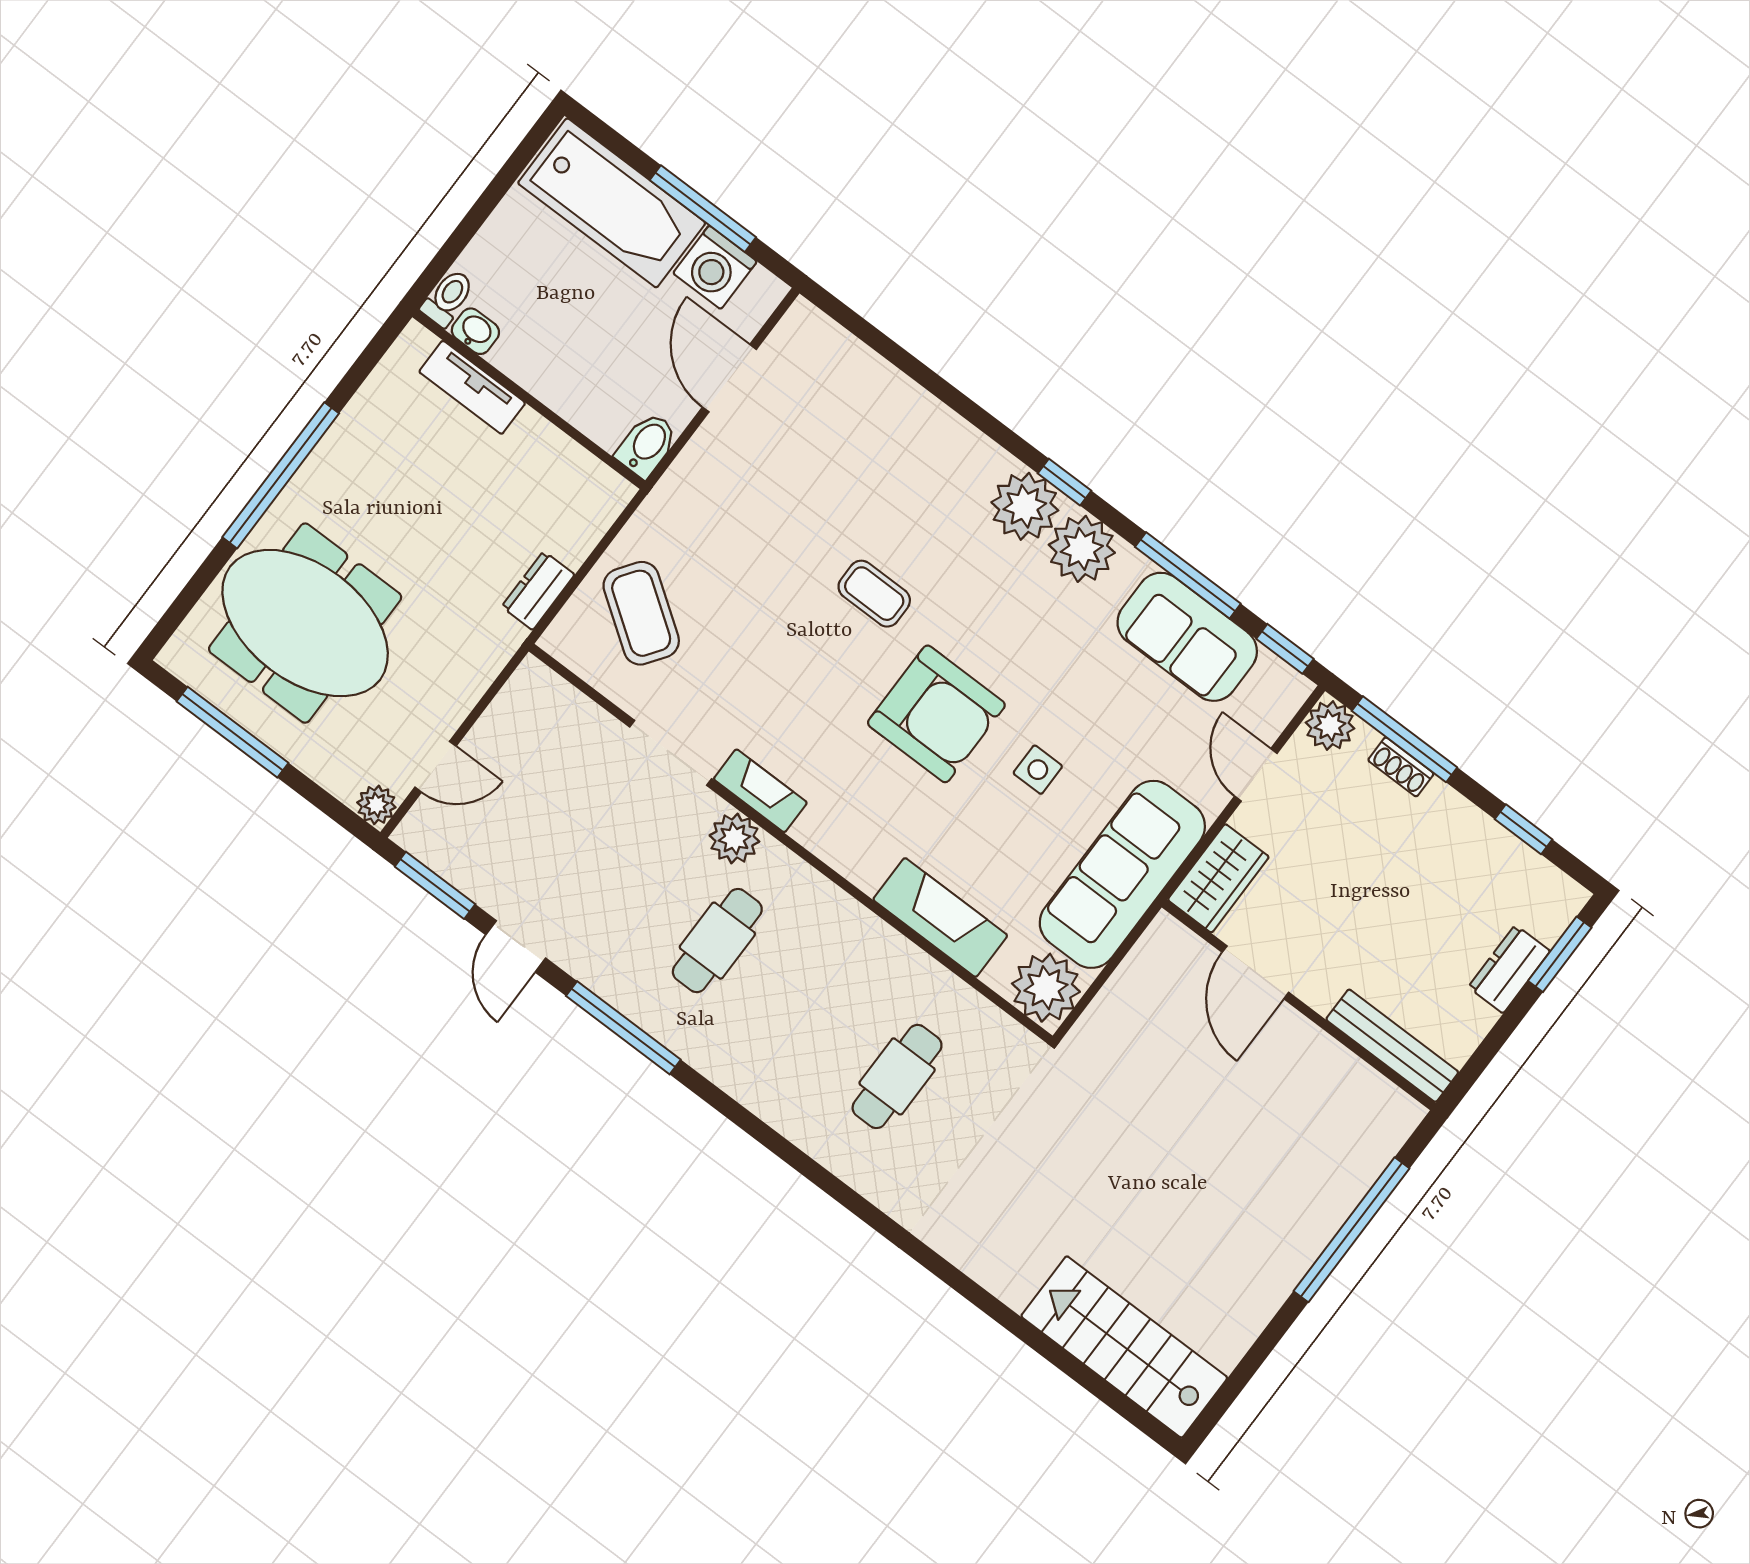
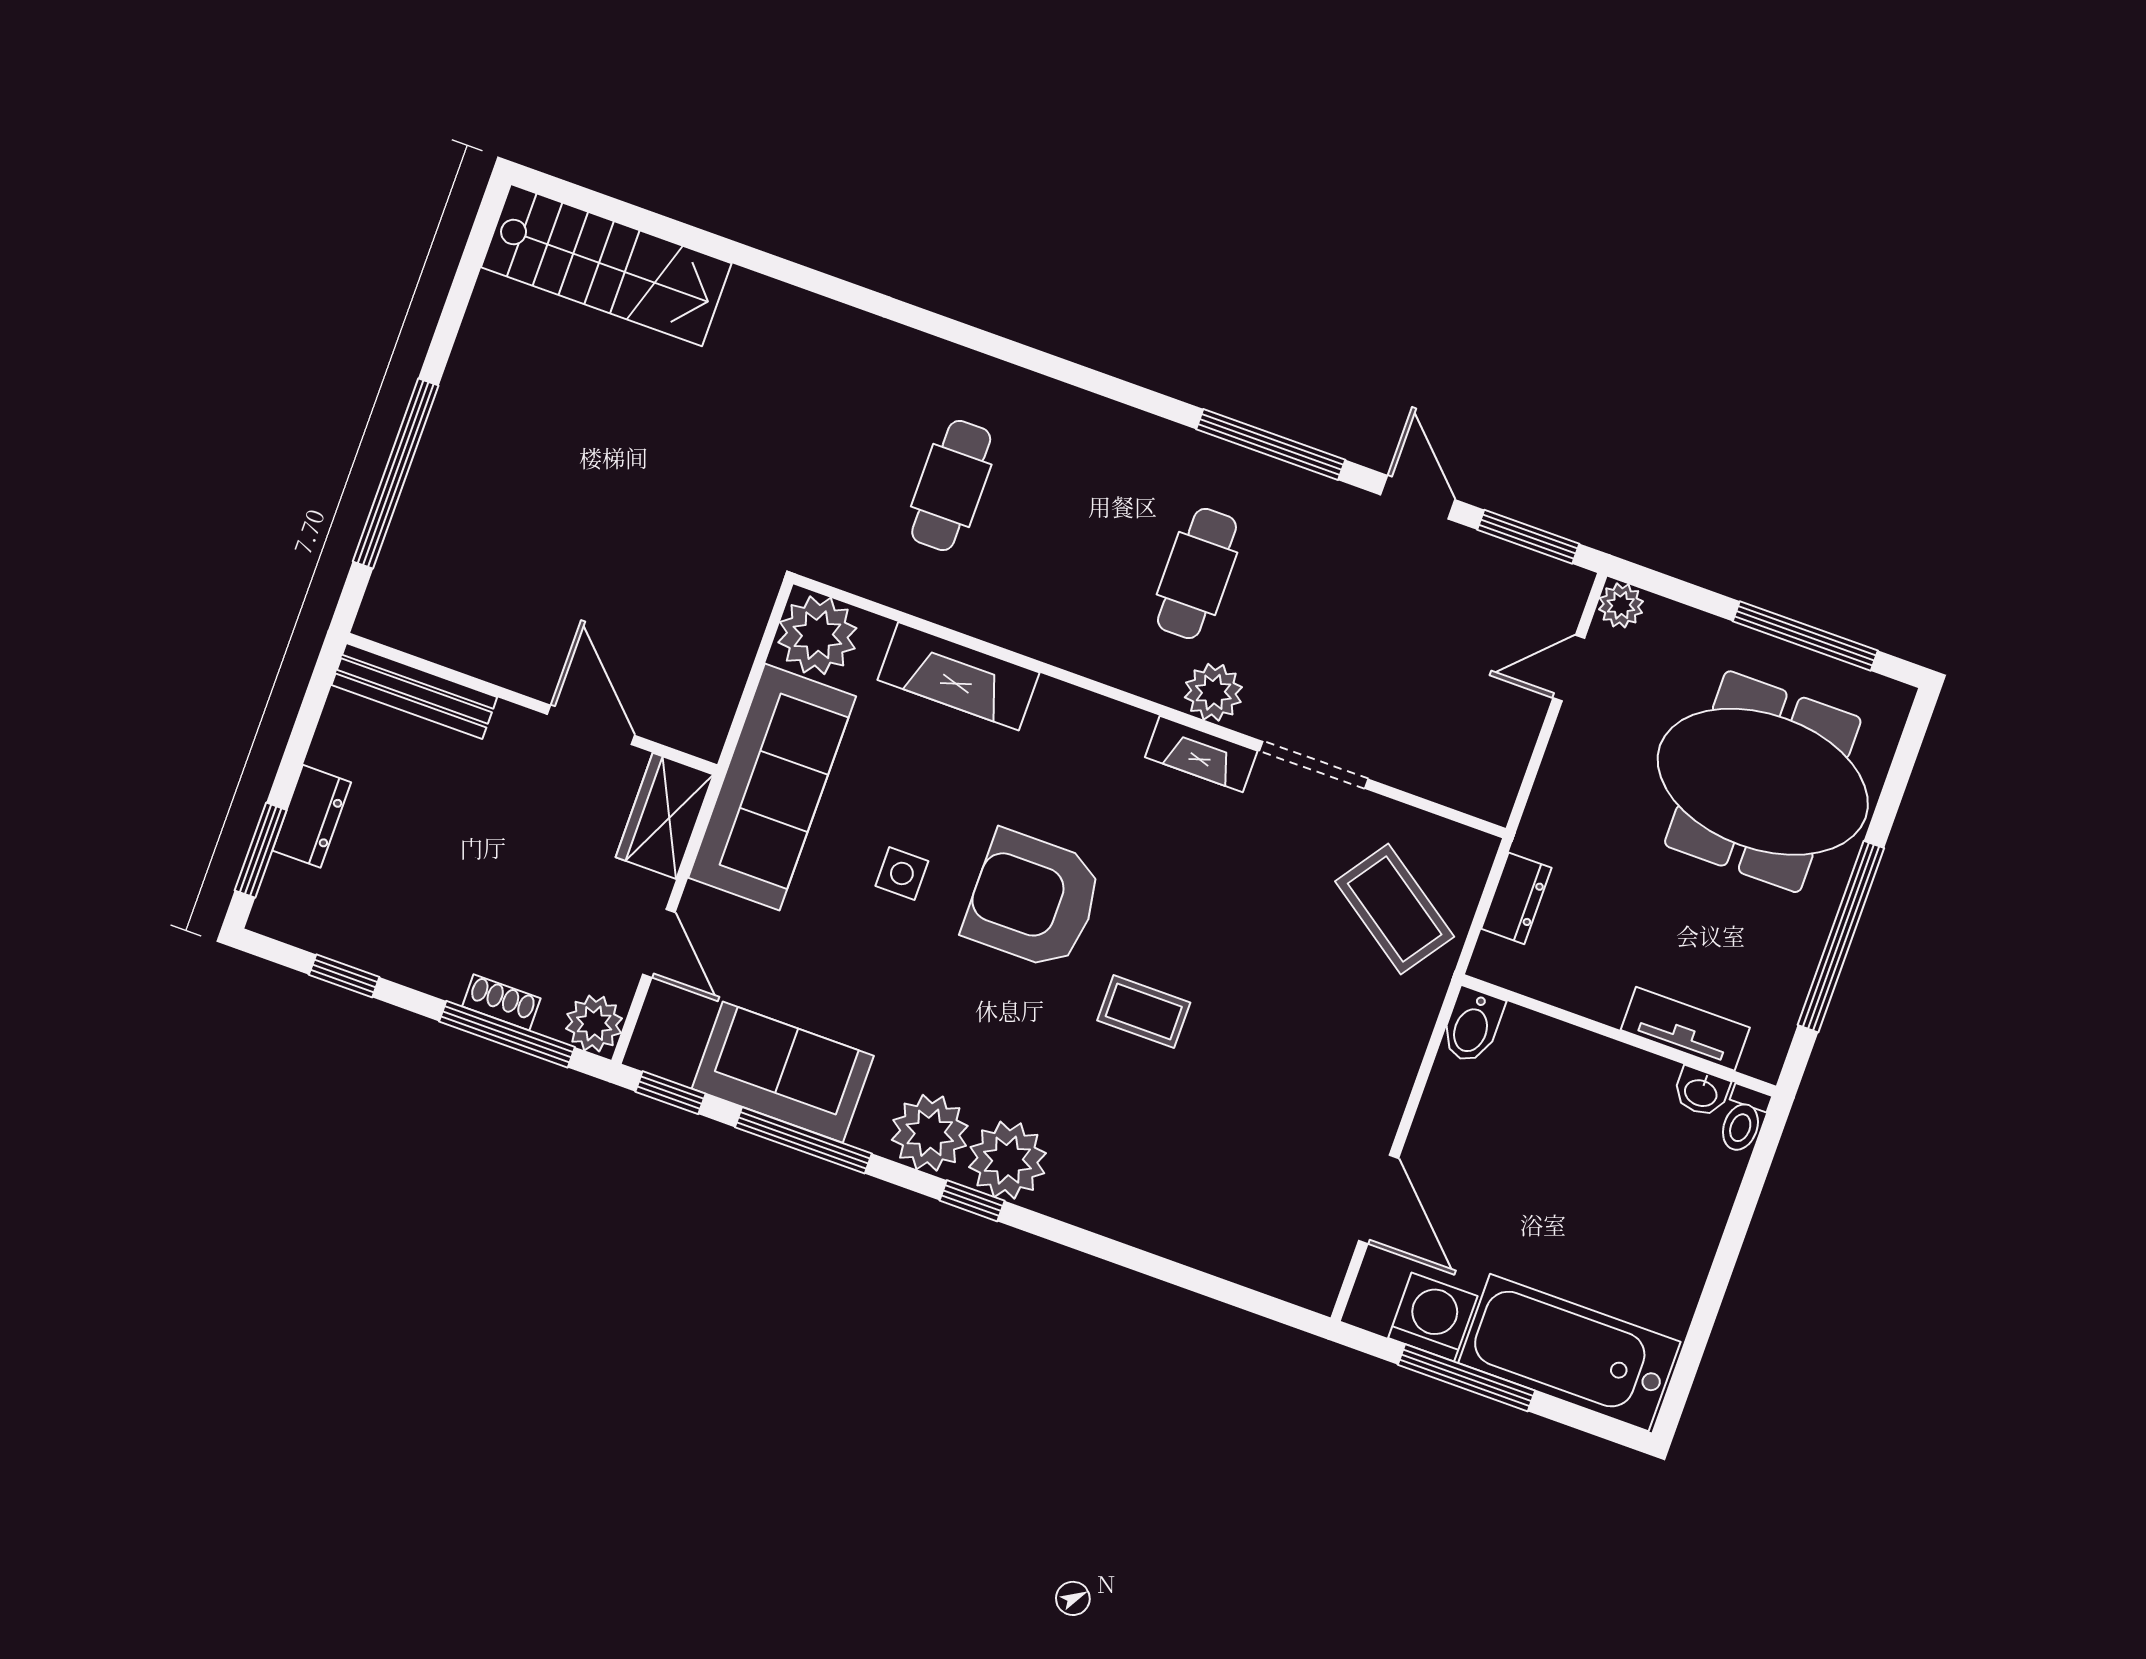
toilet: (448, 298) -> (1743, 1119), moved
washbasin: (475, 331) -> (1701, 1092), moved
tv unit: (472, 387) -> (1685, 1029), moved
wall: (529, 399) -> (1619, 1035), moved
bidet: (647, 445) -> (1472, 1026), moved

